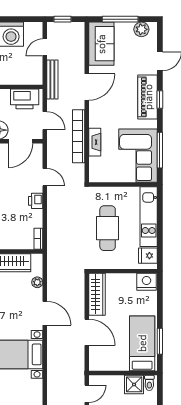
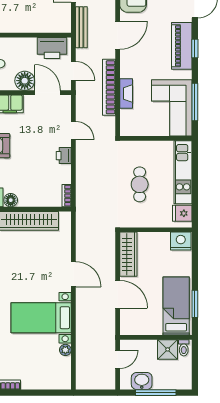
door: (20, 141) -> (48, 93), swing flipped
cafe table: (108, 228) -> (140, 184), width x0.73, depth x0.74
plant: (37, 282) -> (65, 350), moved

